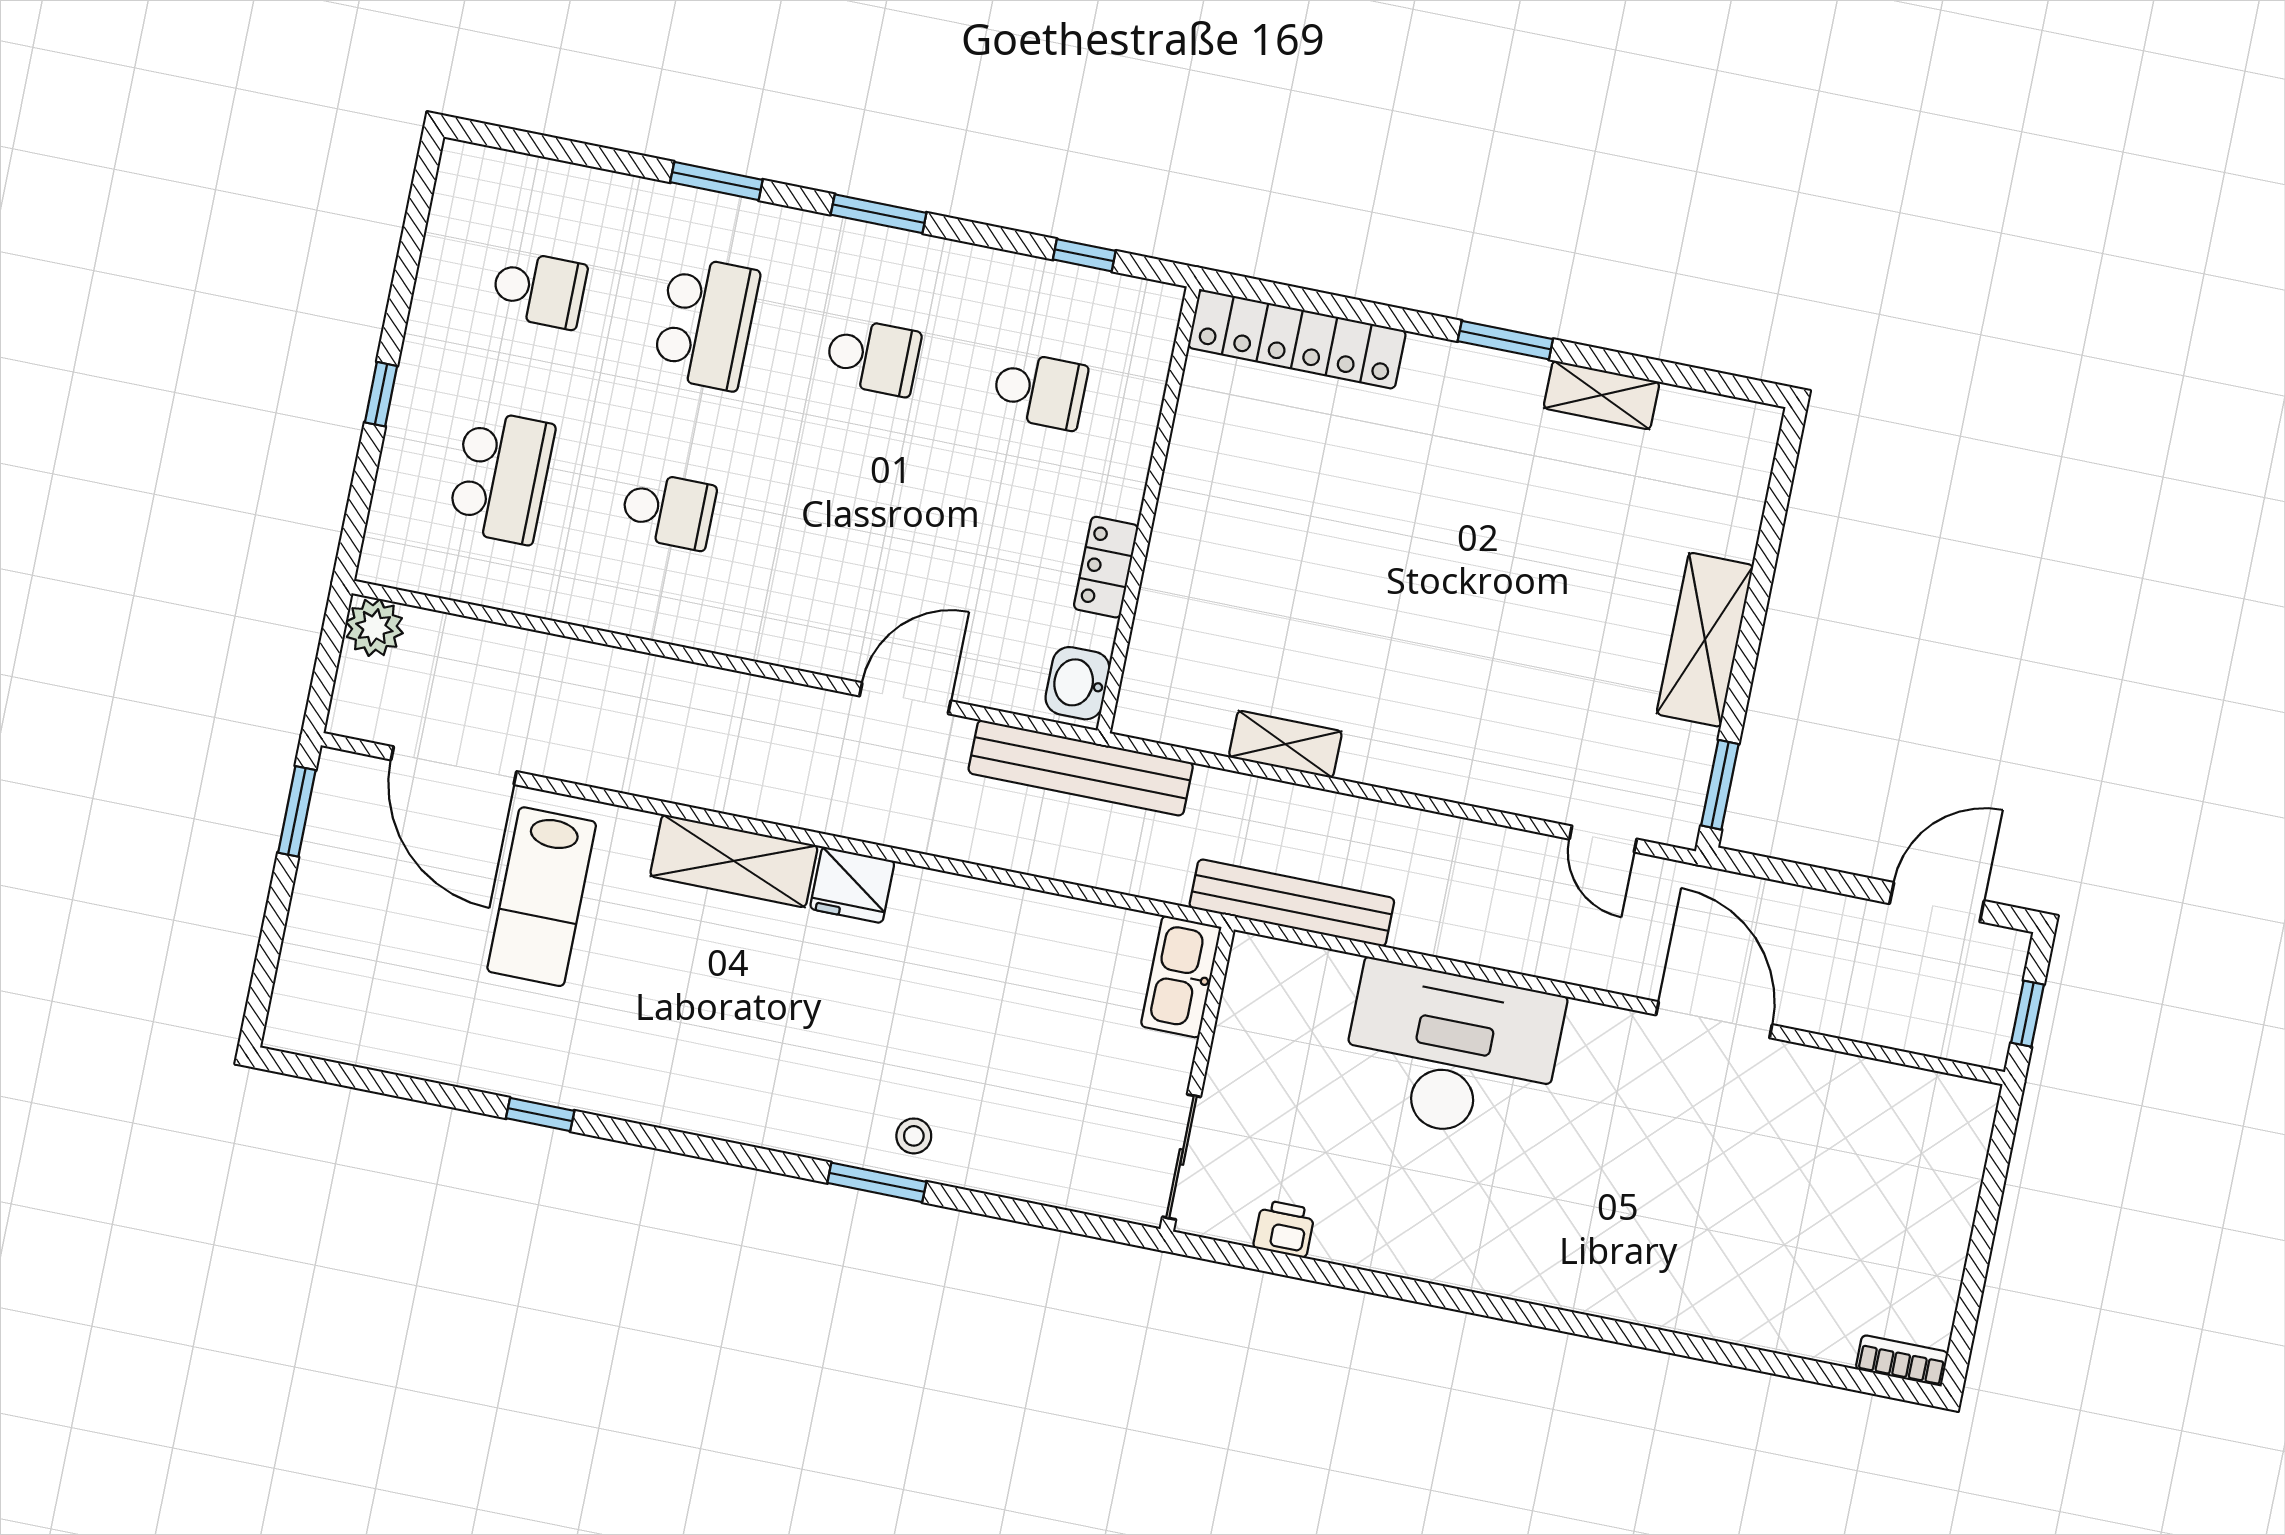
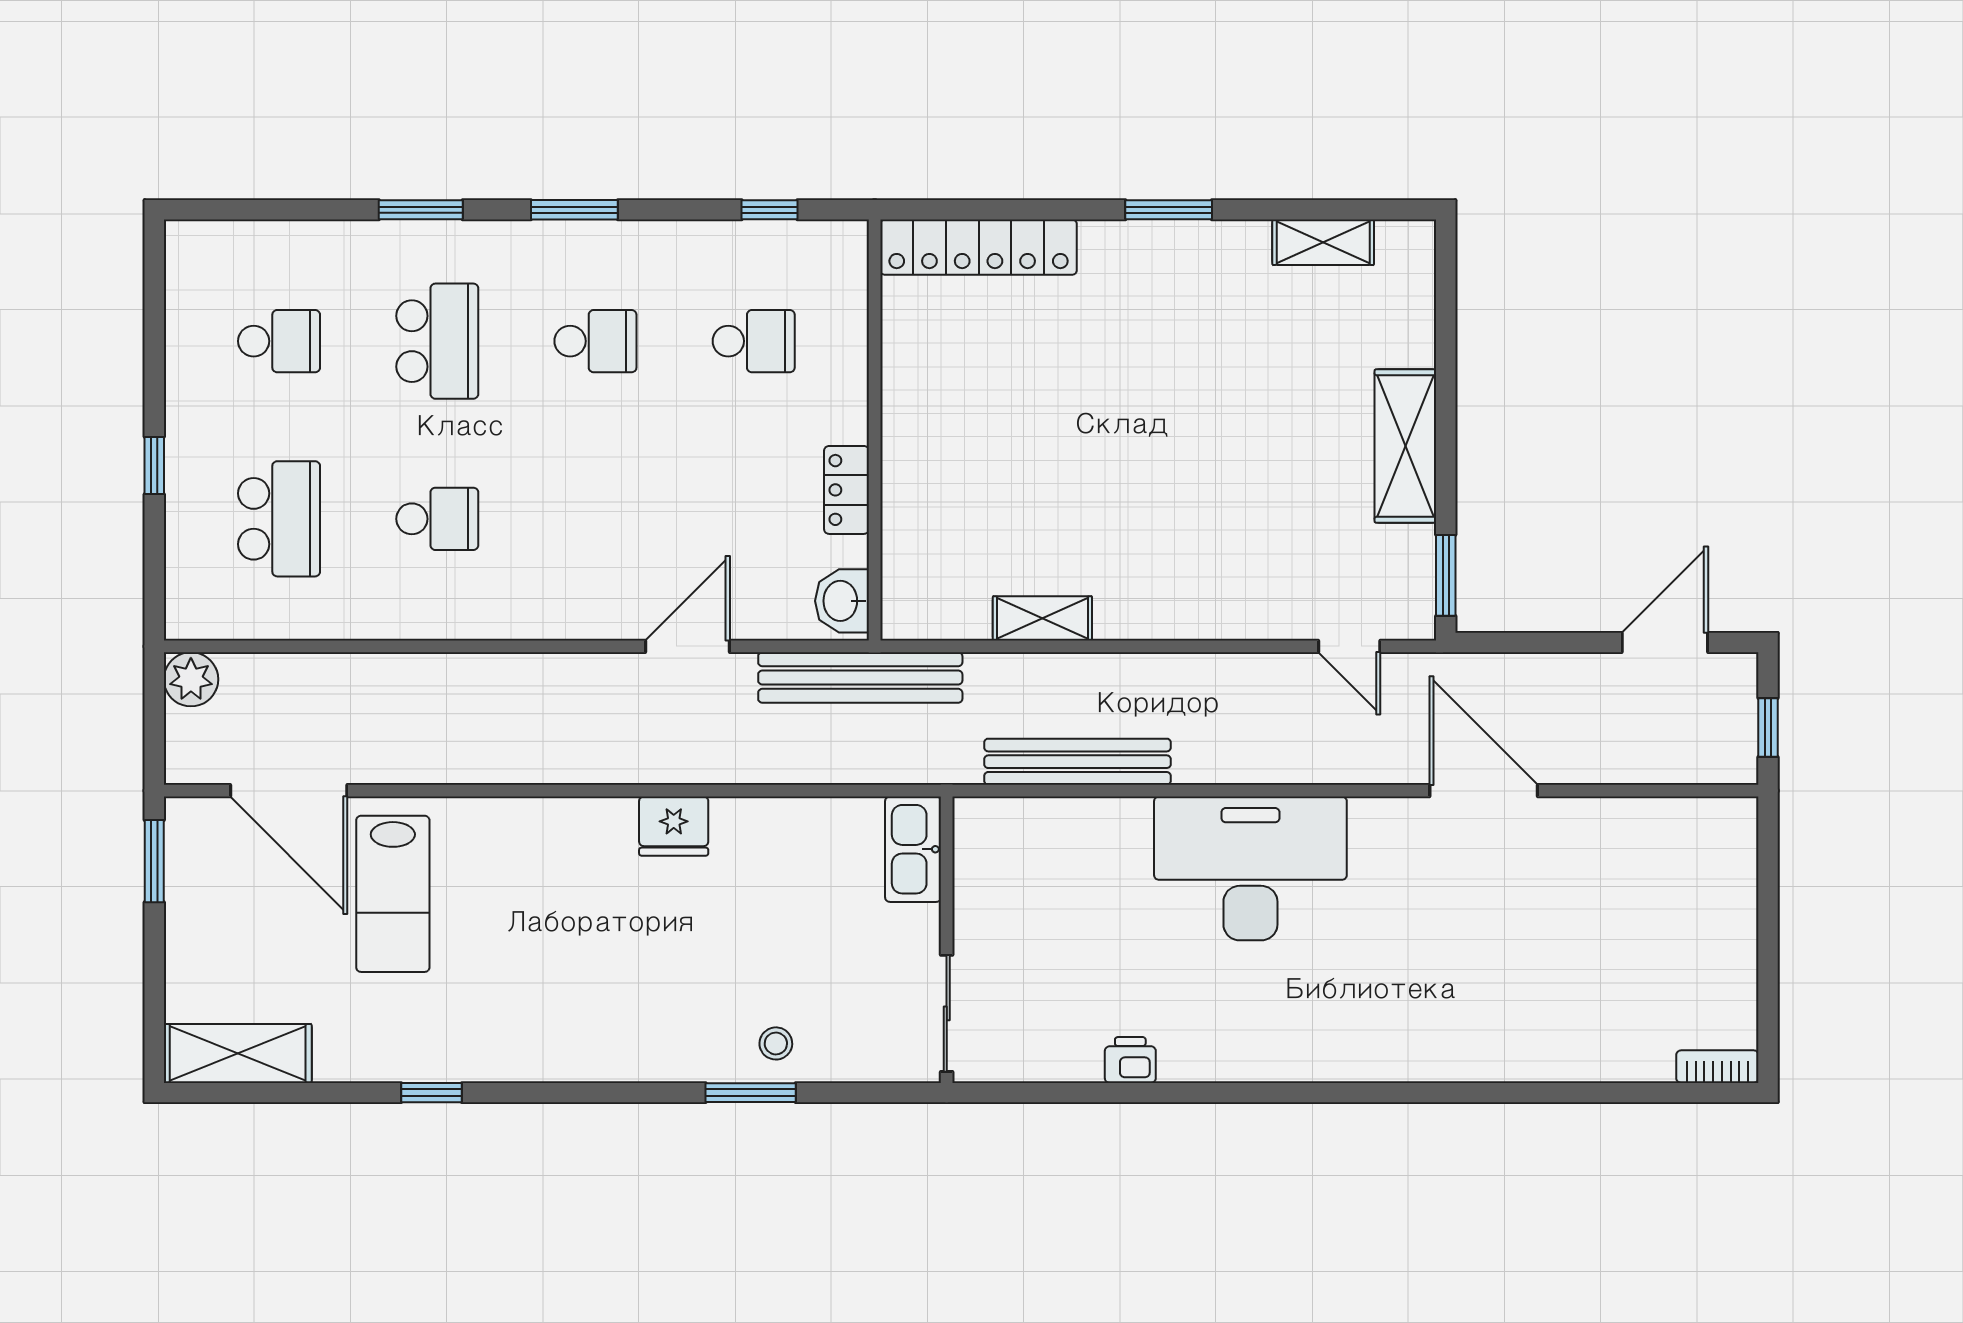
shelving: (1601, 395) -> (1323, 242), moved
shelving: (734, 861) -> (238, 1053), moved
kitchen sink: (1181, 977) -> (913, 849), moved
wall: (1197, 1079) -> (947, 940), moved
sliding door: (1182, 1157) -> (947, 1013), moved

